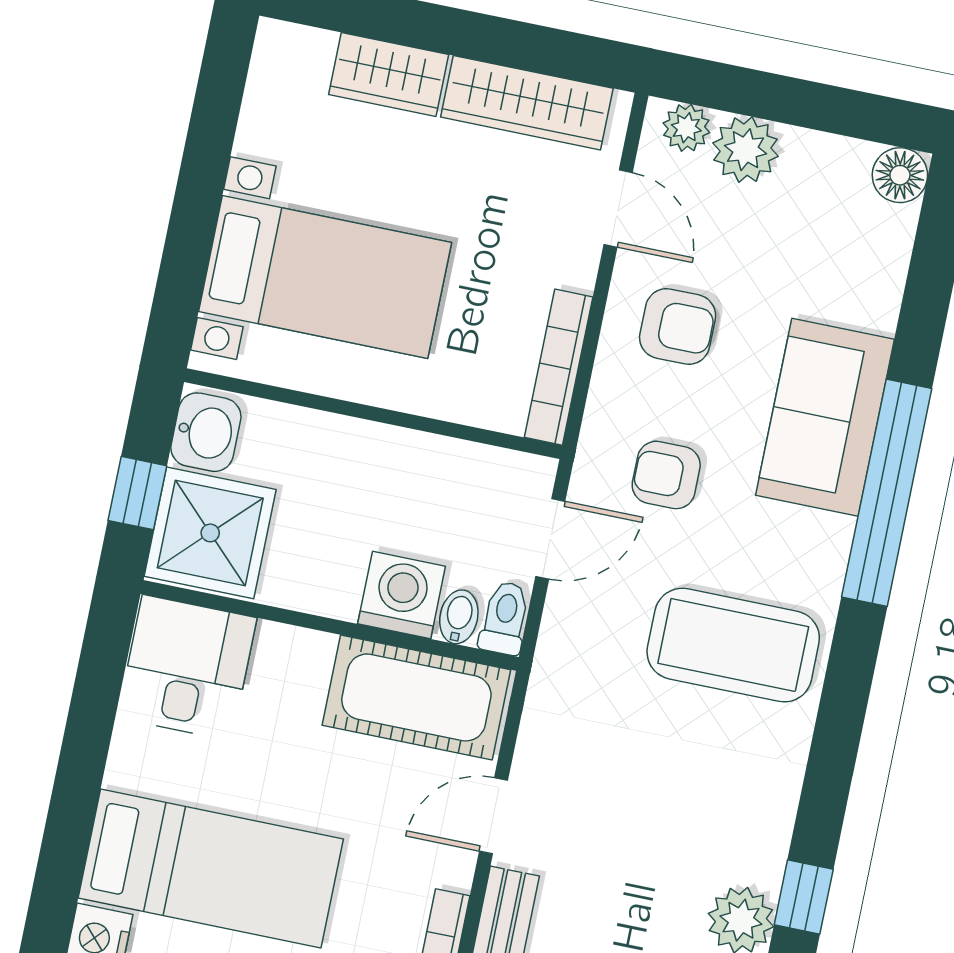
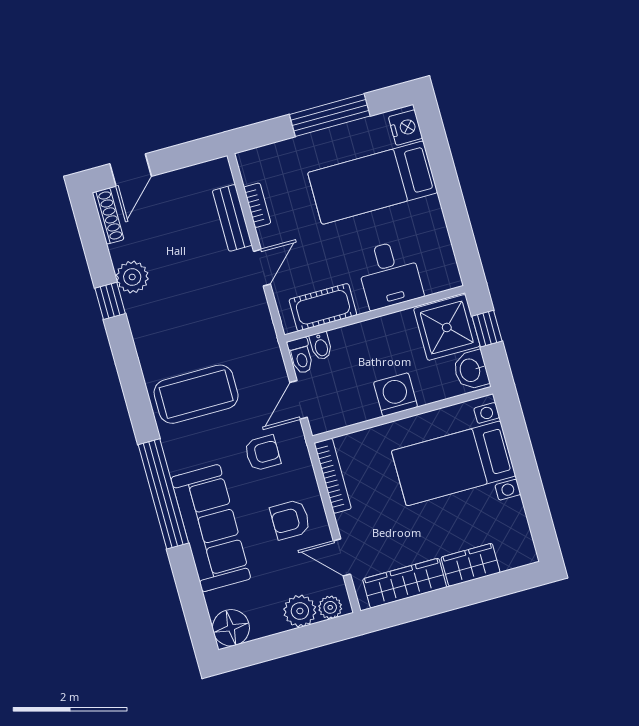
floor lamp: (900, 175) -> (231, 628), width x1.38, depth x1.38
sofa: (825, 417) -> (211, 528), width x1.36
washing machine: (402, 595) -> (396, 395), moved, turned 180
desk: (187, 668) -> (389, 275), moved
cot: (416, 697) -> (323, 307), width x0.73, depth x0.75

